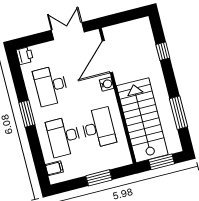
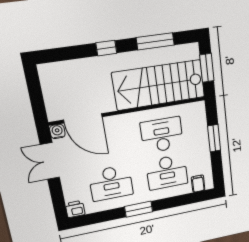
window: (163, 51) -> (106, 48), moved
water cooler: (107, 84) -> (57, 131), moved

